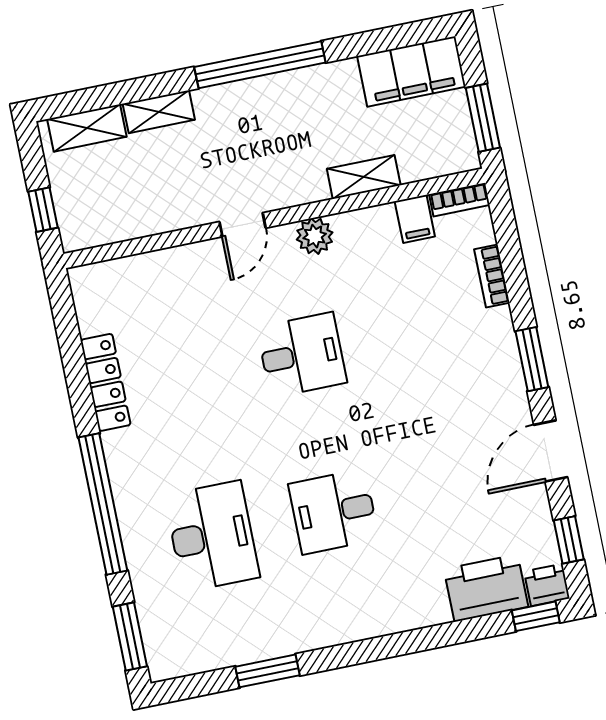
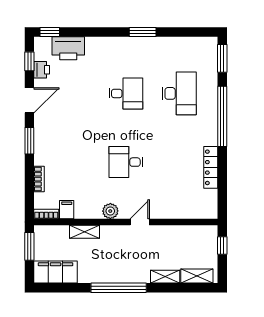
desk: (212, 536) -> (179, 93), turned 180
printer: (547, 585) -> (42, 70), moved, turned -90
window: (268, 671) -> (143, 32), moved

